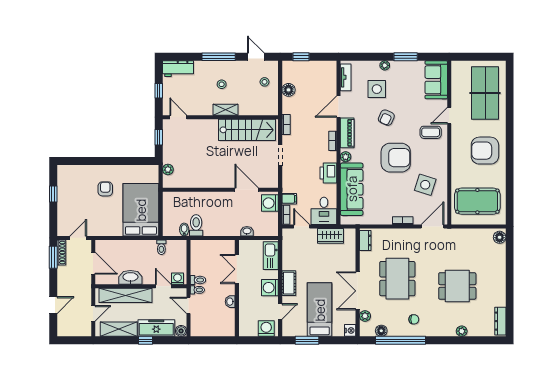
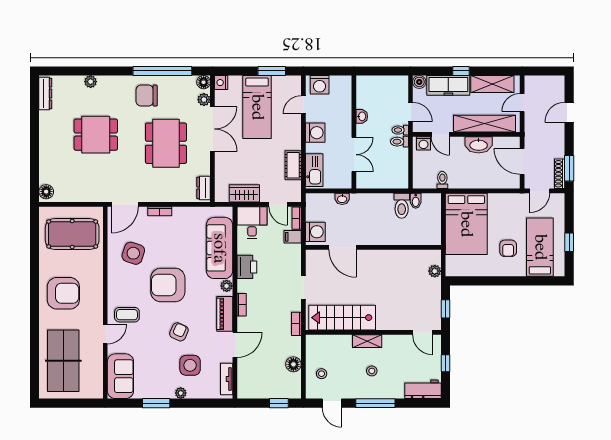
bed: (78, 190) -> (540, 247), added
cot: (289, 283) -> (293, 165), moved
chair: (414, 319) -> (147, 96), width x1.87, depth x1.87
floor lamp: (381, 331) -> (204, 82), moved

